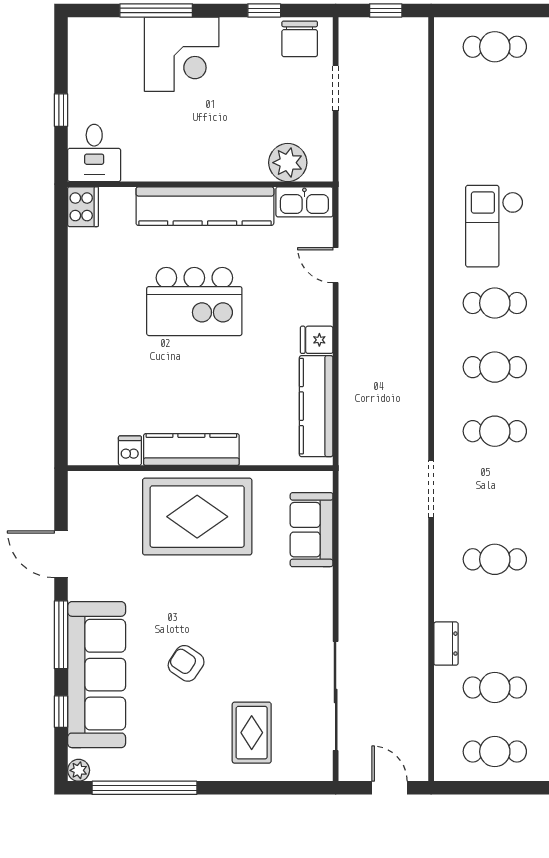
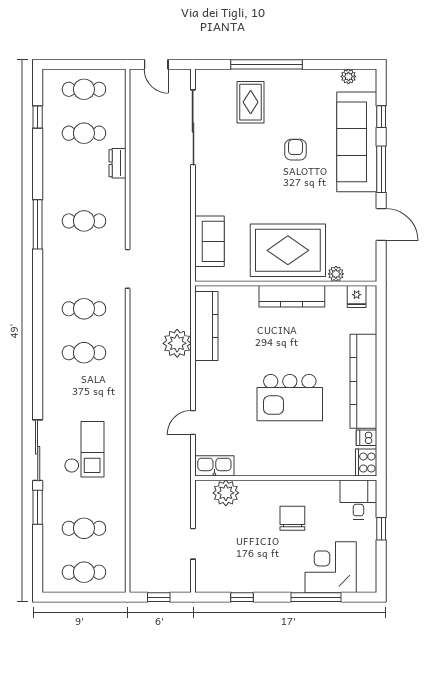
chair: (300, 39) -> (292, 518), moved
corner desk: (182, 54) -> (331, 567), moved
kitchen counter: (205, 206) -> (363, 381), moved, turned -90
door: (336, 265) -> (193, 423), swing flipped
kitchen island: (194, 302) -> (290, 398), turned 180
cafe table: (495, 303) -> (84, 528), moved
fridge: (317, 340) -> (357, 296), moved, turned 90
plant: (359, 381) -> (177, 343), added
dishwasher: (130, 451) -> (366, 438), moved, turned 90
plant: (127, 482) -> (336, 274), added
armchair: (186, 663) -> (295, 150), turned -124
plant: (79, 770) -> (348, 76), moved
window: (144, 788) -> (266, 64), moved

